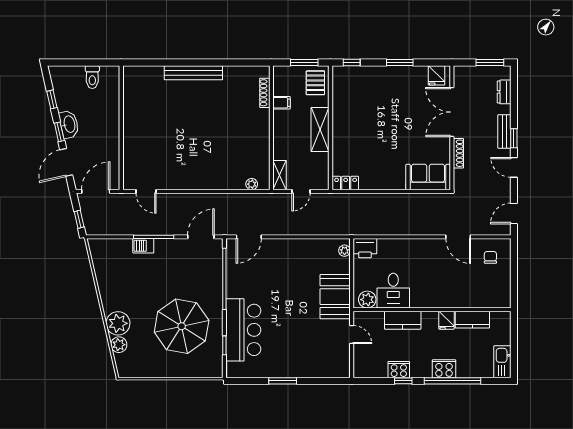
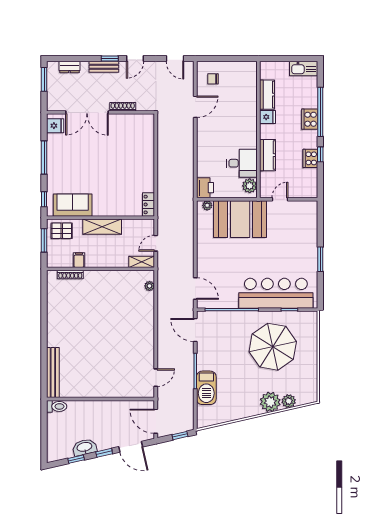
window: (400, 63) -> (44, 157), width x1.44
bench: (193, 73) -> (53, 373), moved
toilet: (92, 77) -> (57, 406), moved
washbasin: (69, 124) -> (85, 447), moved
sofa: (428, 177) -> (73, 205), moved, turned 90
door: (301, 191) -> (156, 243), swing flipped
barbecue: (143, 246) -> (206, 388), width x1.88, depth x1.53
booth: (335, 297) -> (240, 219), width x1.36, depth x1.42
bar counter: (243, 330) -> (276, 293), width x1.36

